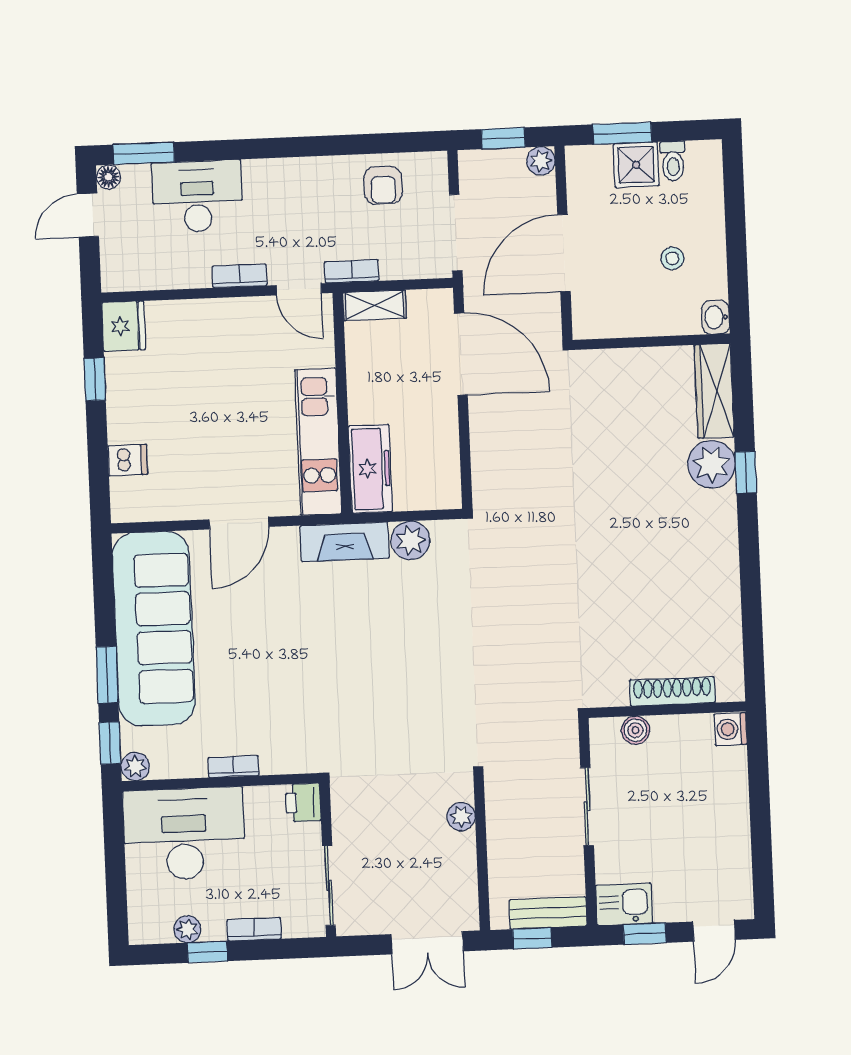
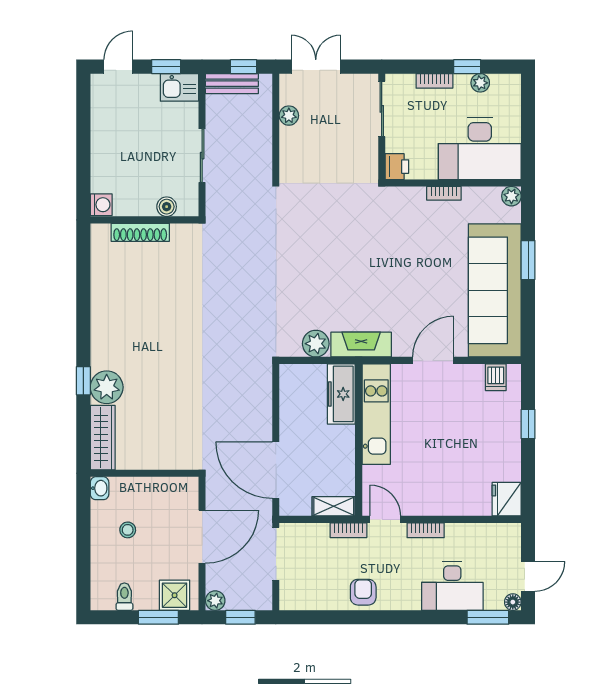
shower: (636, 165) -> (175, 595), moved
armchair: (383, 185) -> (363, 592), moved
window: (95, 379) -> (528, 424), moved
dishwasher: (128, 460) -> (496, 377), moved, turned -90
window: (110, 743) -> (528, 213), removed
plant: (461, 817) -> (289, 116), moved

